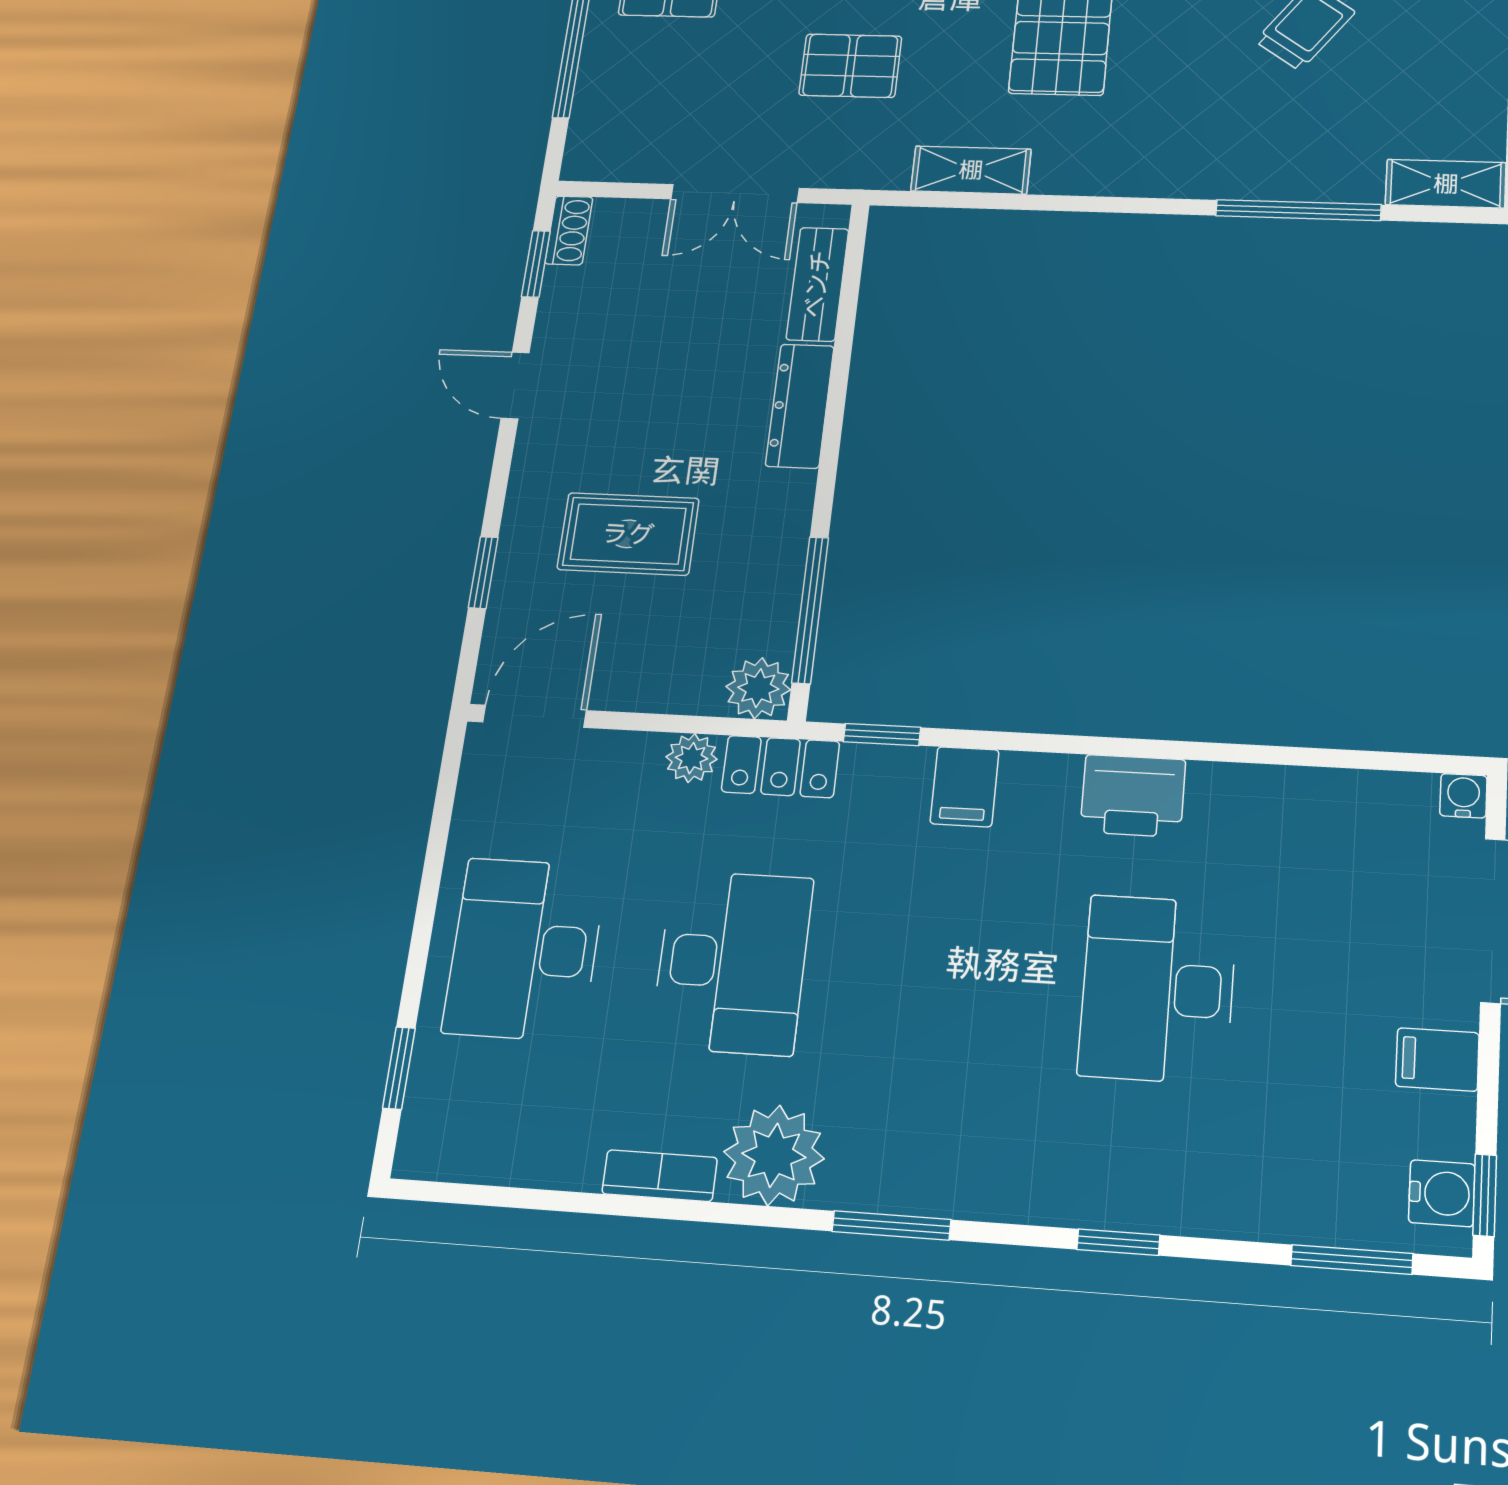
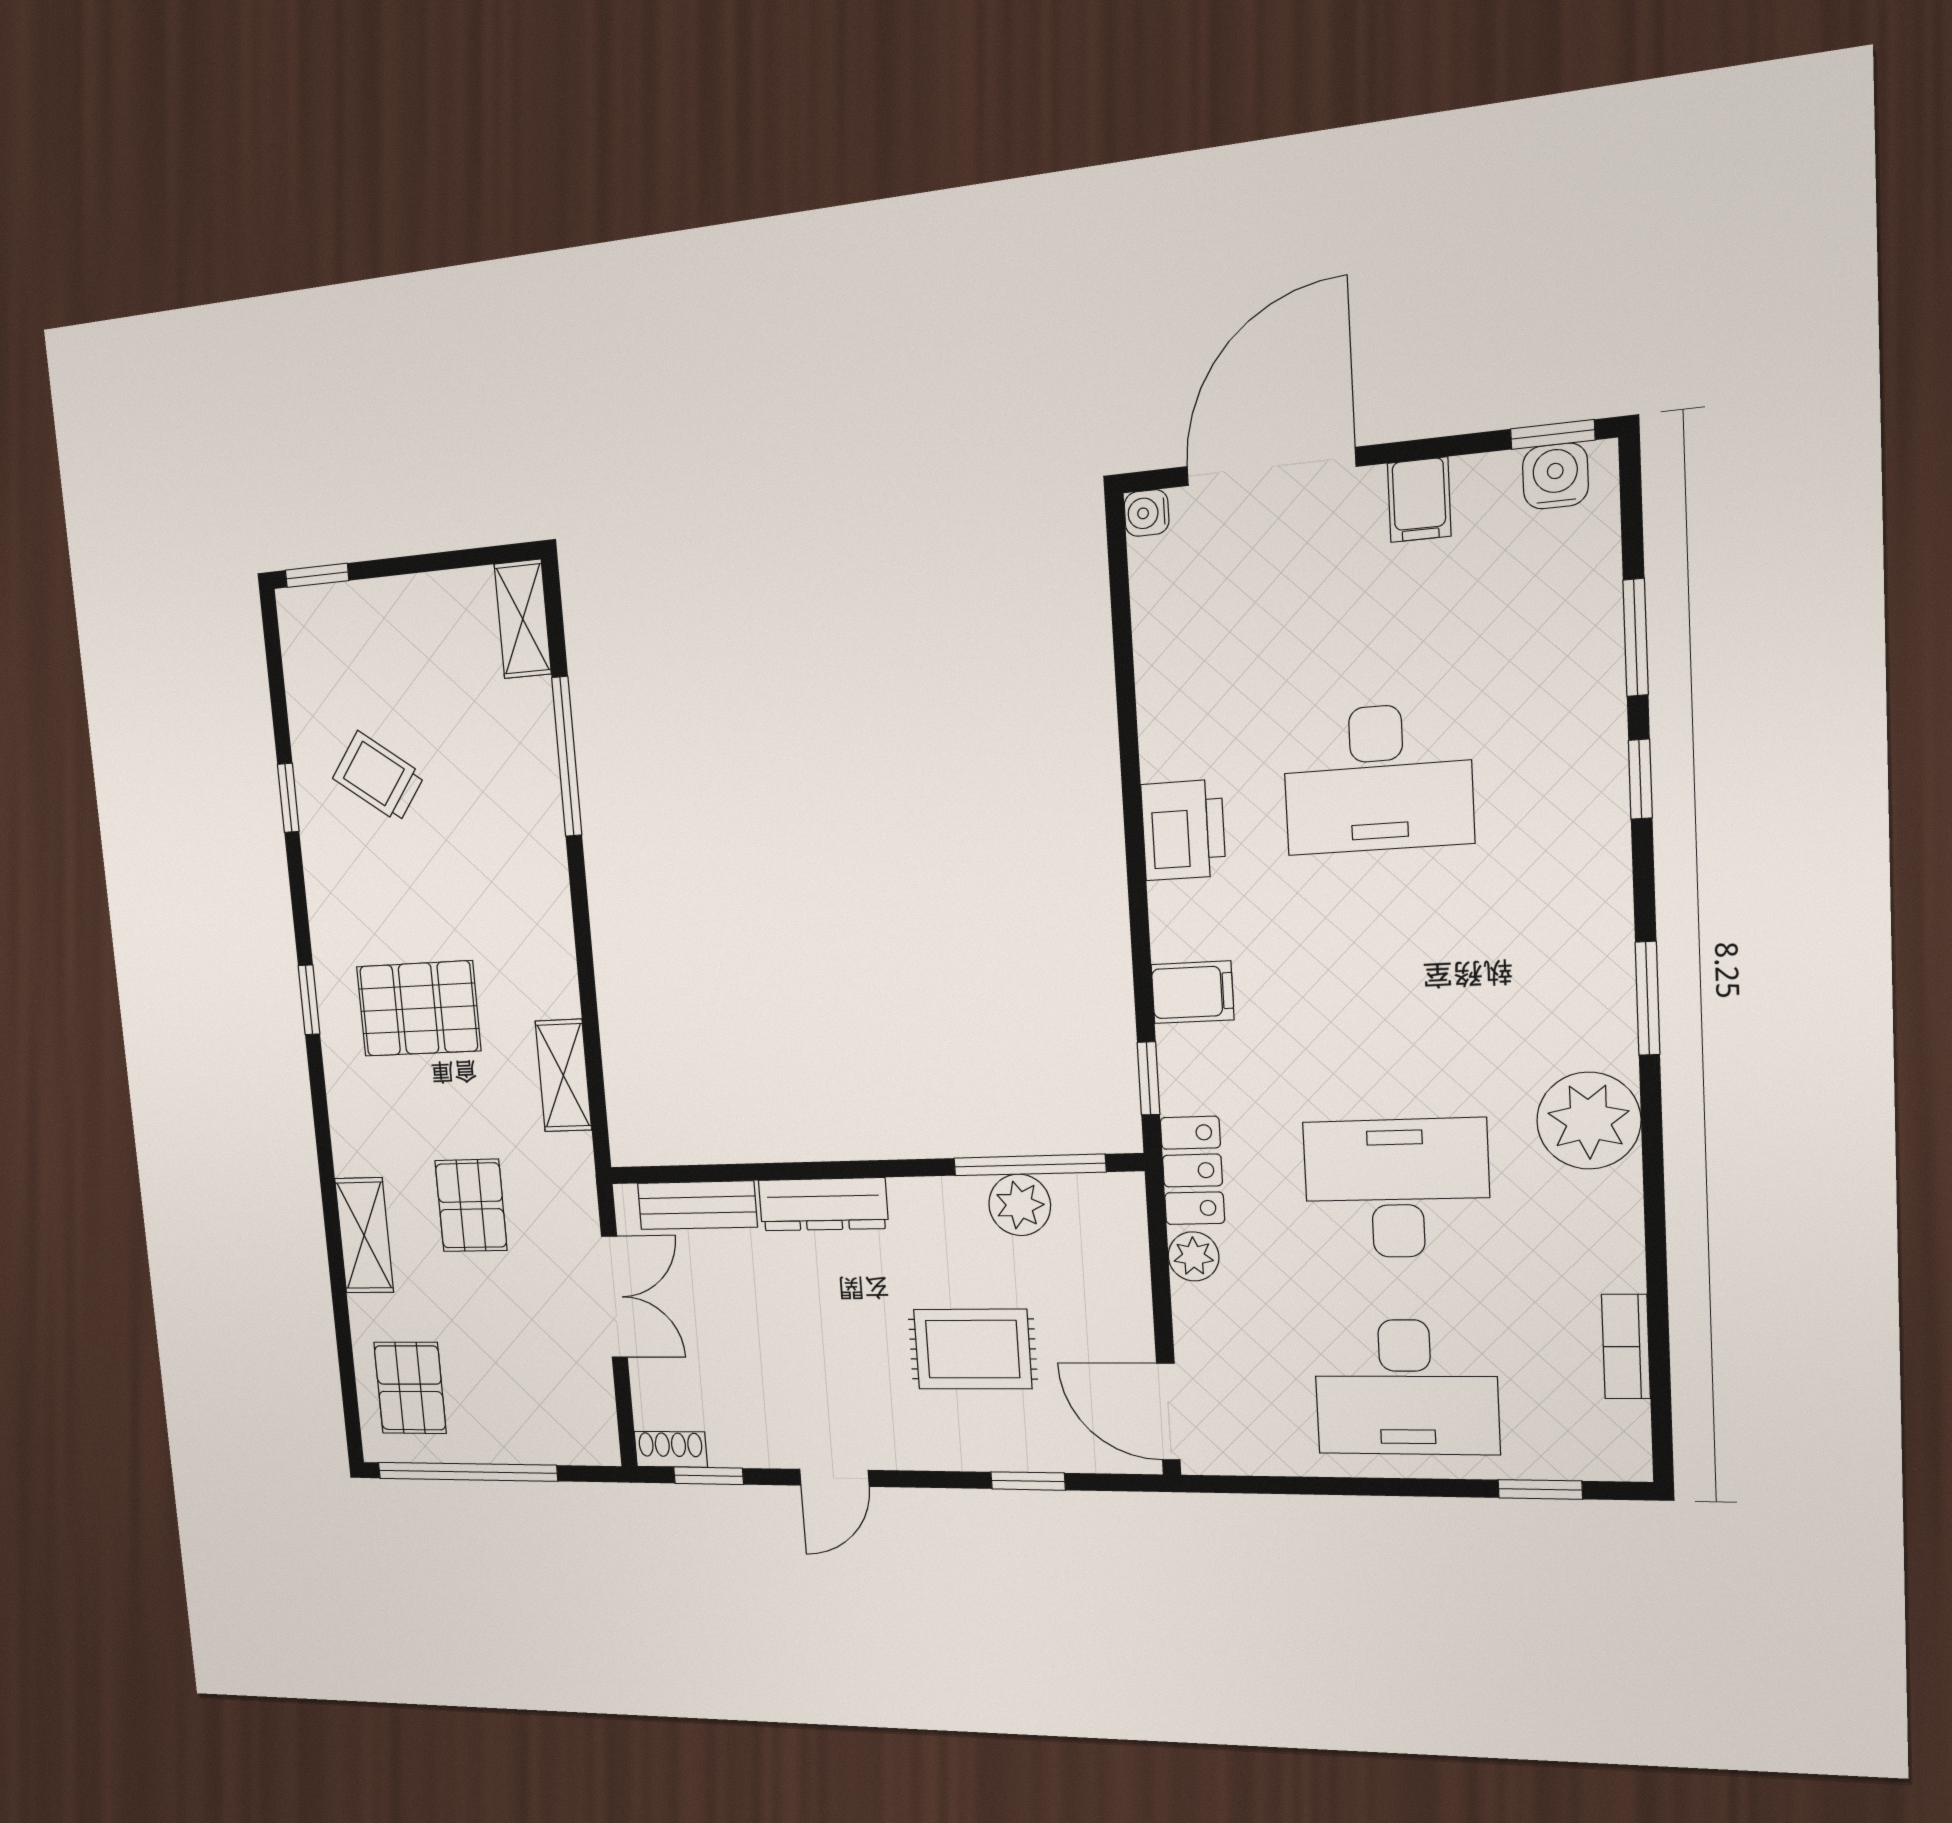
rug: (628, 534) -> (973, 1349), turned 90
plant: (758, 688) -> (1020, 1205), moved
bookcase: (660, 1176) -> (1626, 1347), moved
window: (1352, 1259) -> (1636, 637), moved

